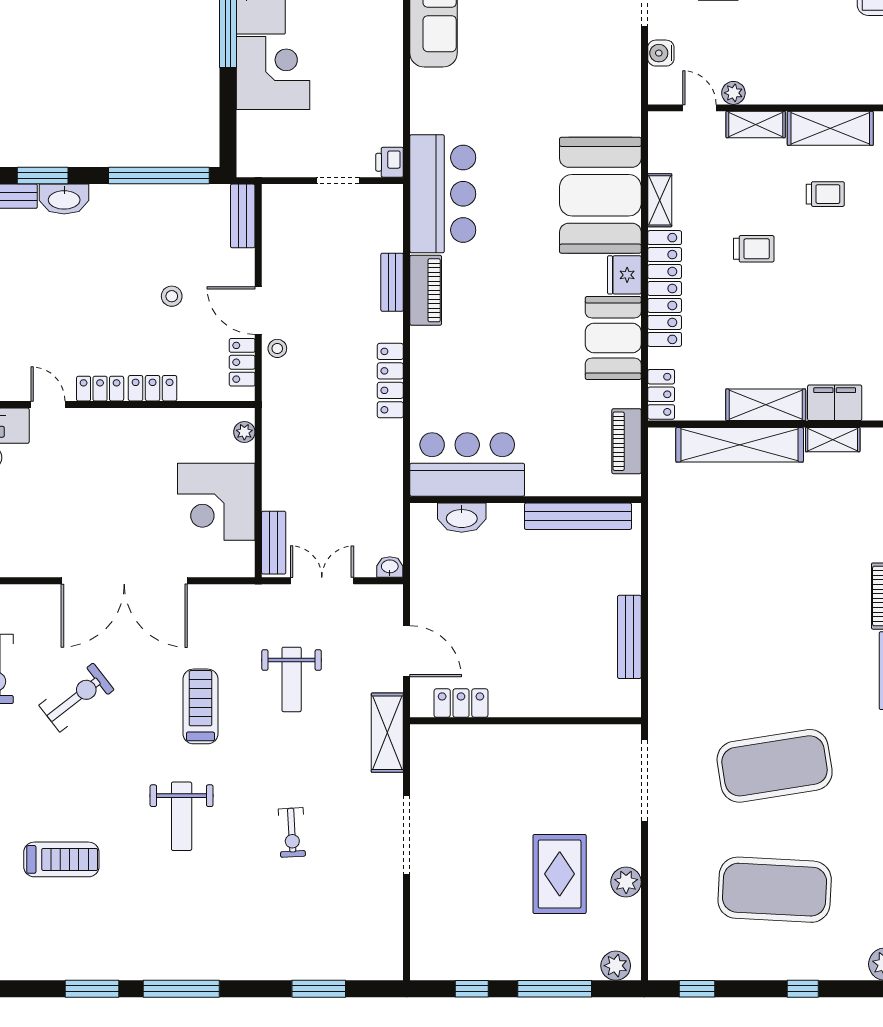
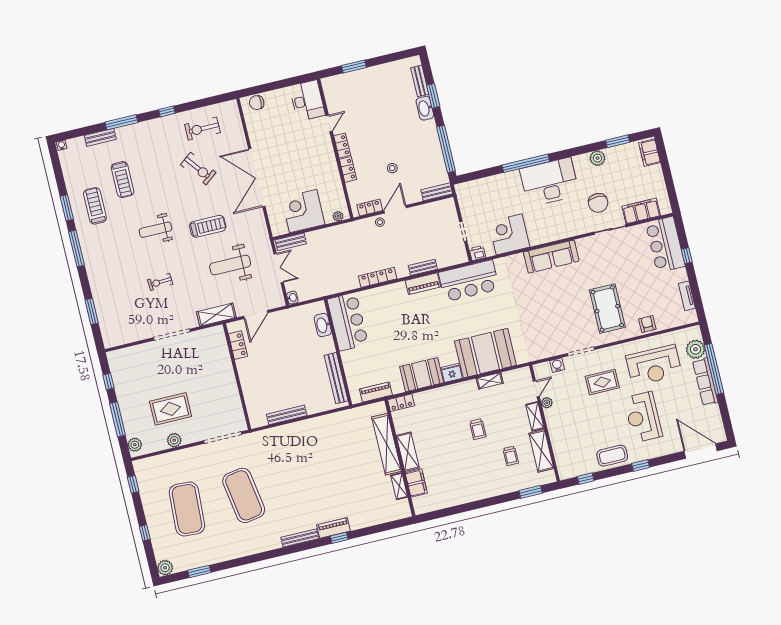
corner desk: (273, 73) -> (509, 234), moved, turned 180
locker: (665, 288) -> (450, 393), removed
weight bench: (292, 679) -> (230, 265), width x1.36, depth x1.33
treadmill: (102, 930) -> (95, 206), added

